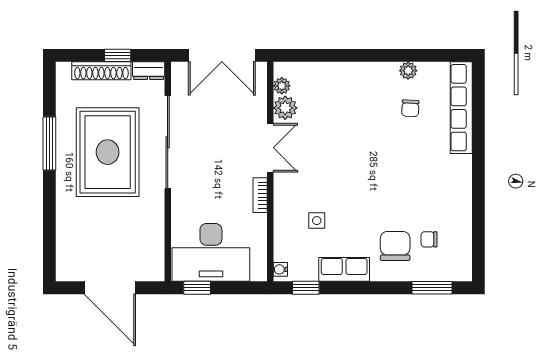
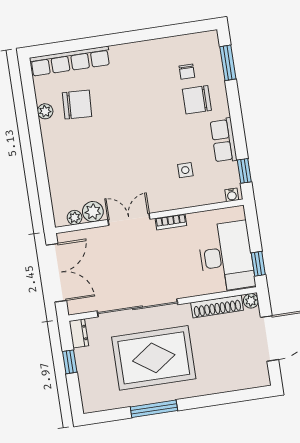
shoe rack: (101, 71) -> (217, 306), moved, turned 90
chair: (410, 108) -> (77, 105), width x1.87, depth x1.87
plant: (156, 273) -> (251, 301), added

